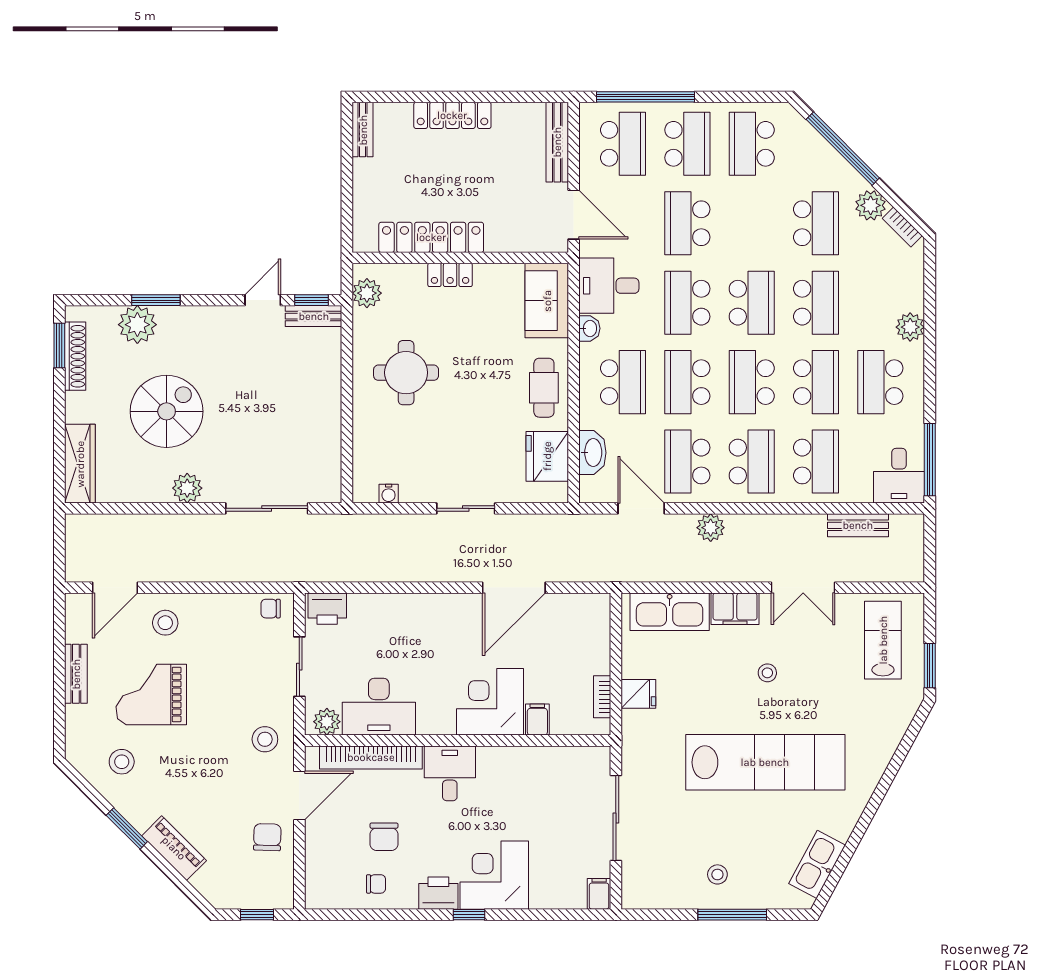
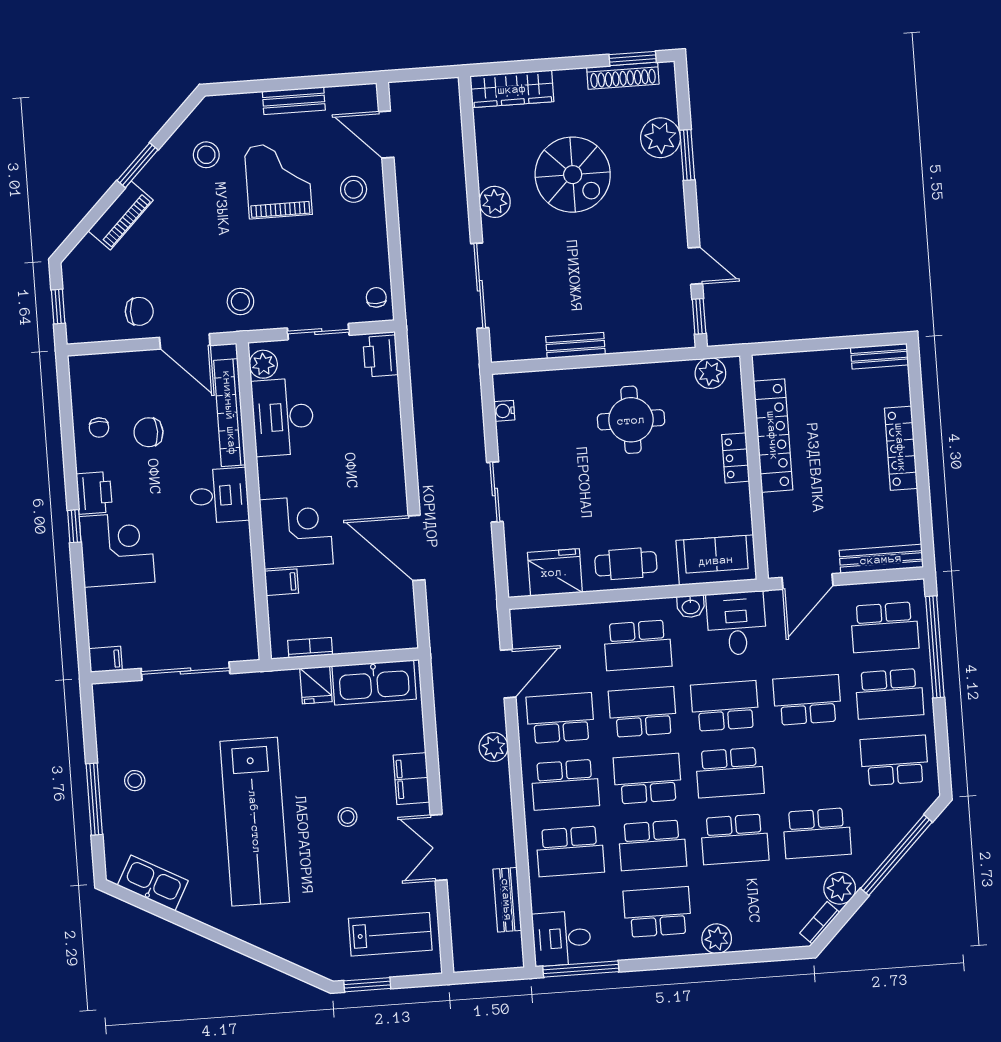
bench: (314, 316) -> (575, 346), moved, turned 90
washbasin: (592, 453) -> (562, 619), removed
kitchen sink: (670, 612) -> (374, 682), moved, turned -90

